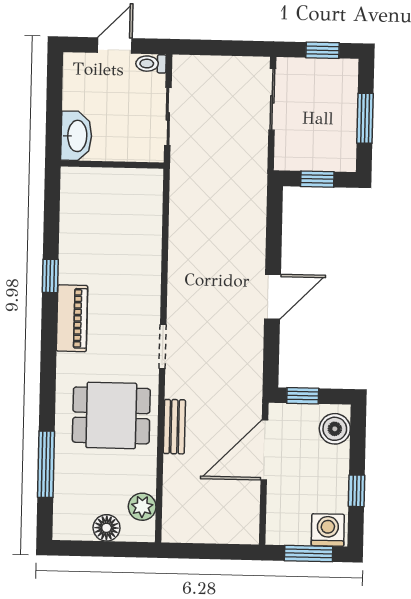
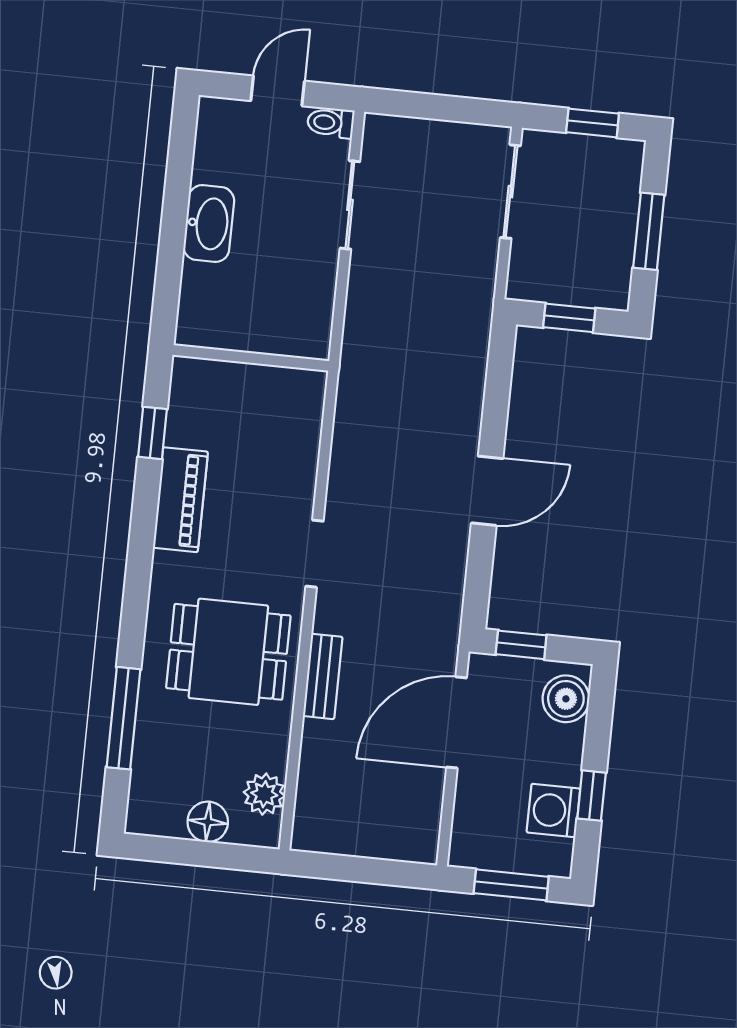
wall: (112, 165) -> (251, 358), moved
washing machine: (328, 530) -> (553, 810), moved, turned -90

